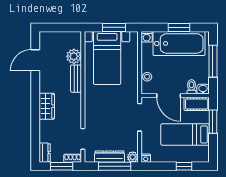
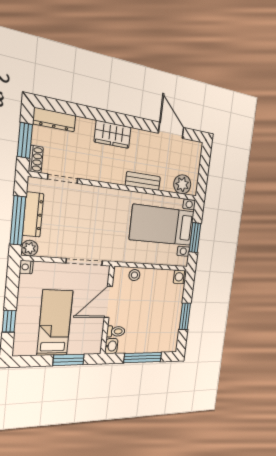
bathtub: (179, 43) -> (168, 316), removed
plant: (74, 56) -> (182, 184), moved
cot: (197, 104) -> (94, 338), removed
dresser: (45, 153) -> (54, 120), width x1.44

